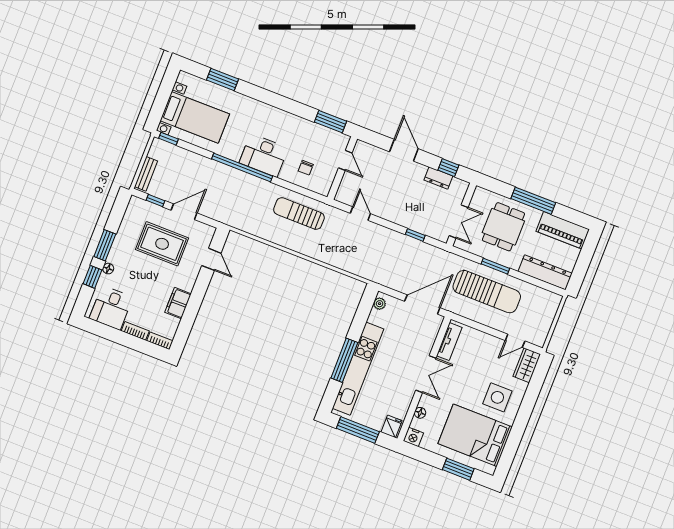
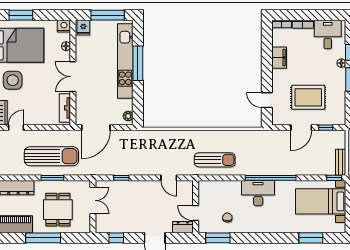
chair: (306, 168) -> (227, 218), moved
bench: (146, 174) -> (341, 162), moved
dresser: (438, 178) -> (183, 227), moved
double door: (459, 222) -> (93, 200), swing flipped
sun lounger: (487, 292) -> (51, 156), turned 180

